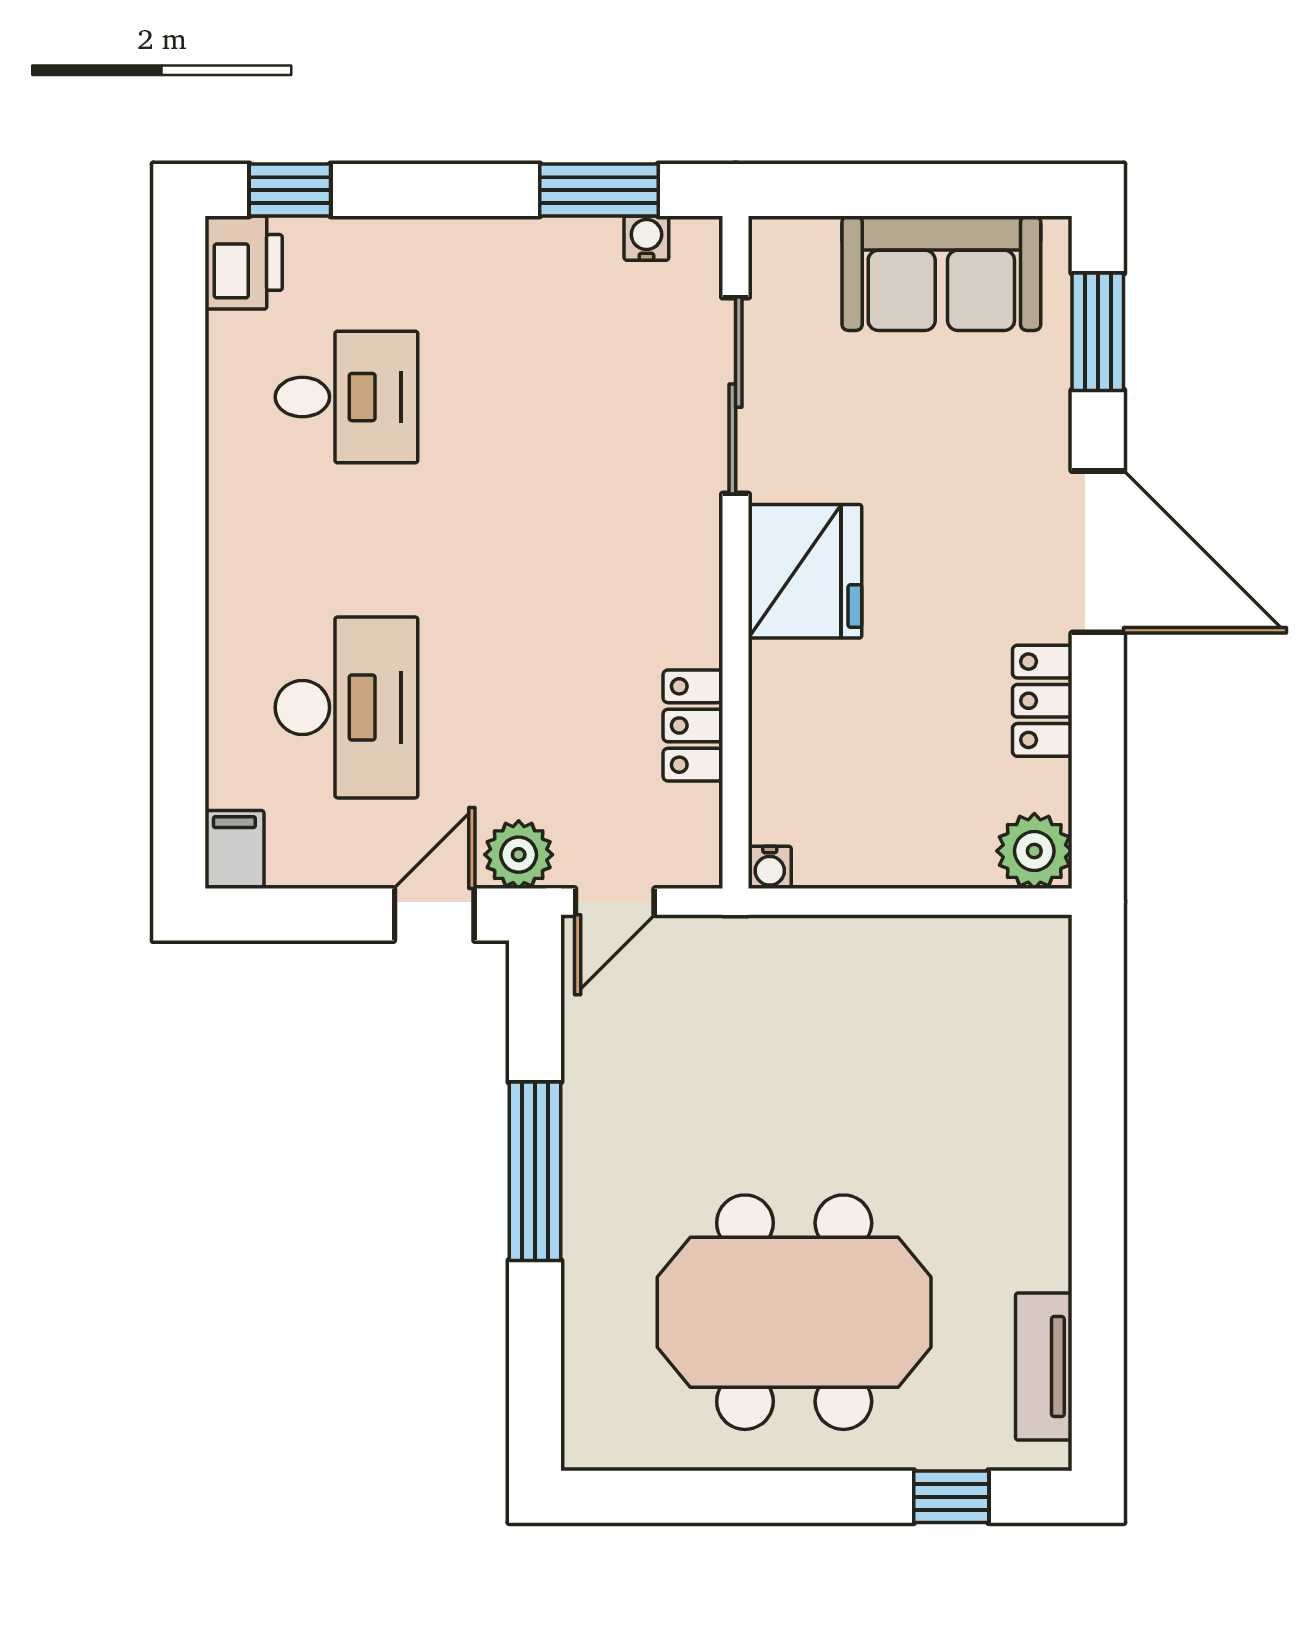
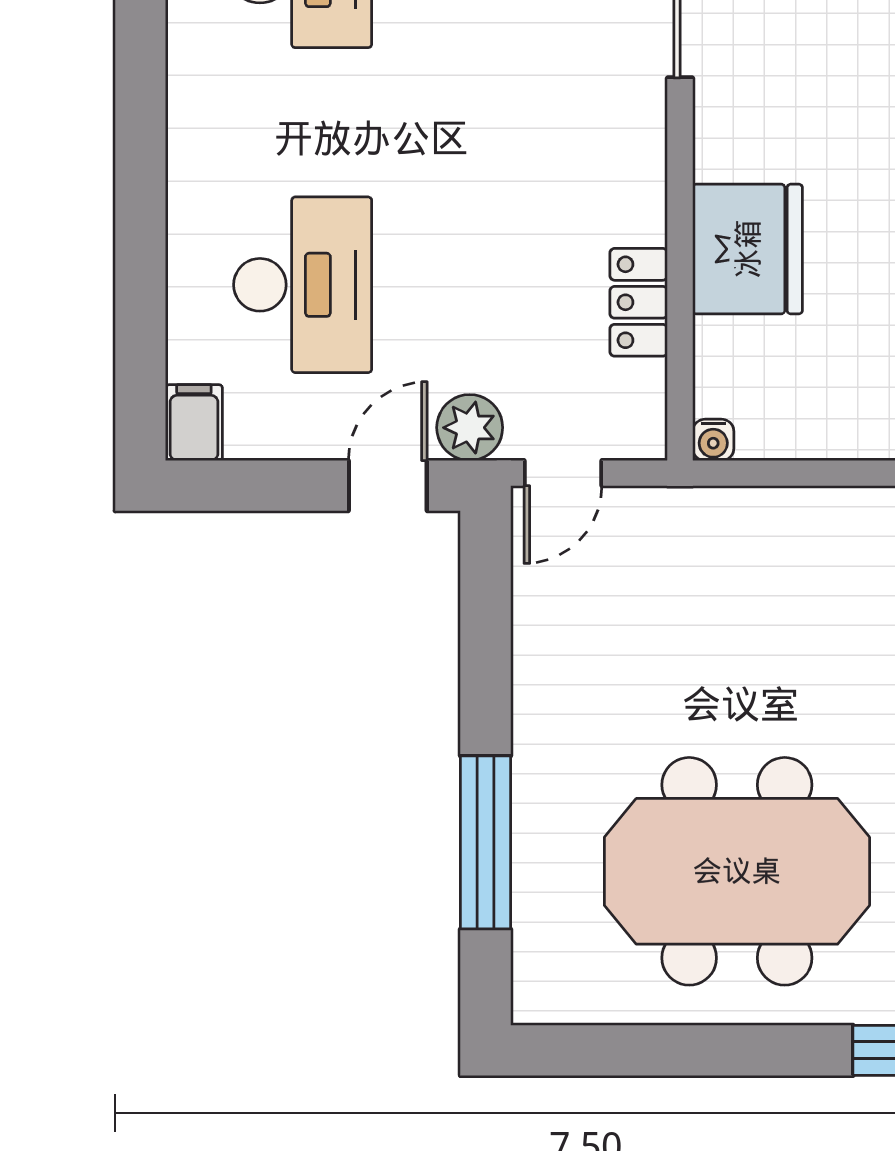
fridge: (805, 571) -> (748, 249), moved
window: (535, 1171) -> (486, 842), moved

